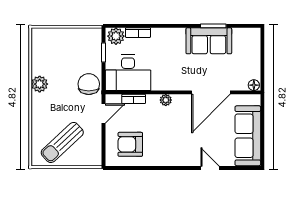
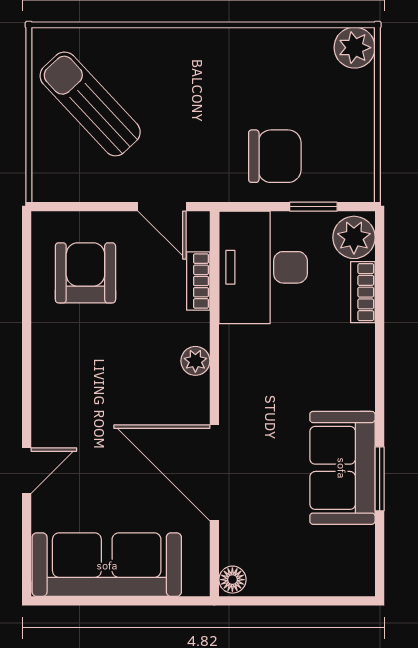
plant: (40, 84) -> (355, 48), moved
chair: (89, 84) -> (275, 156), moved

